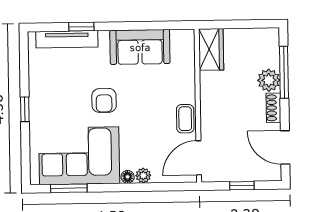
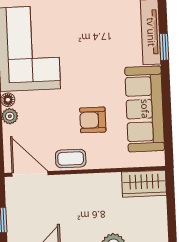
sofa: (140, 47) -> (145, 109), width x1.36
armchair: (104, 100) -> (93, 120), moved

